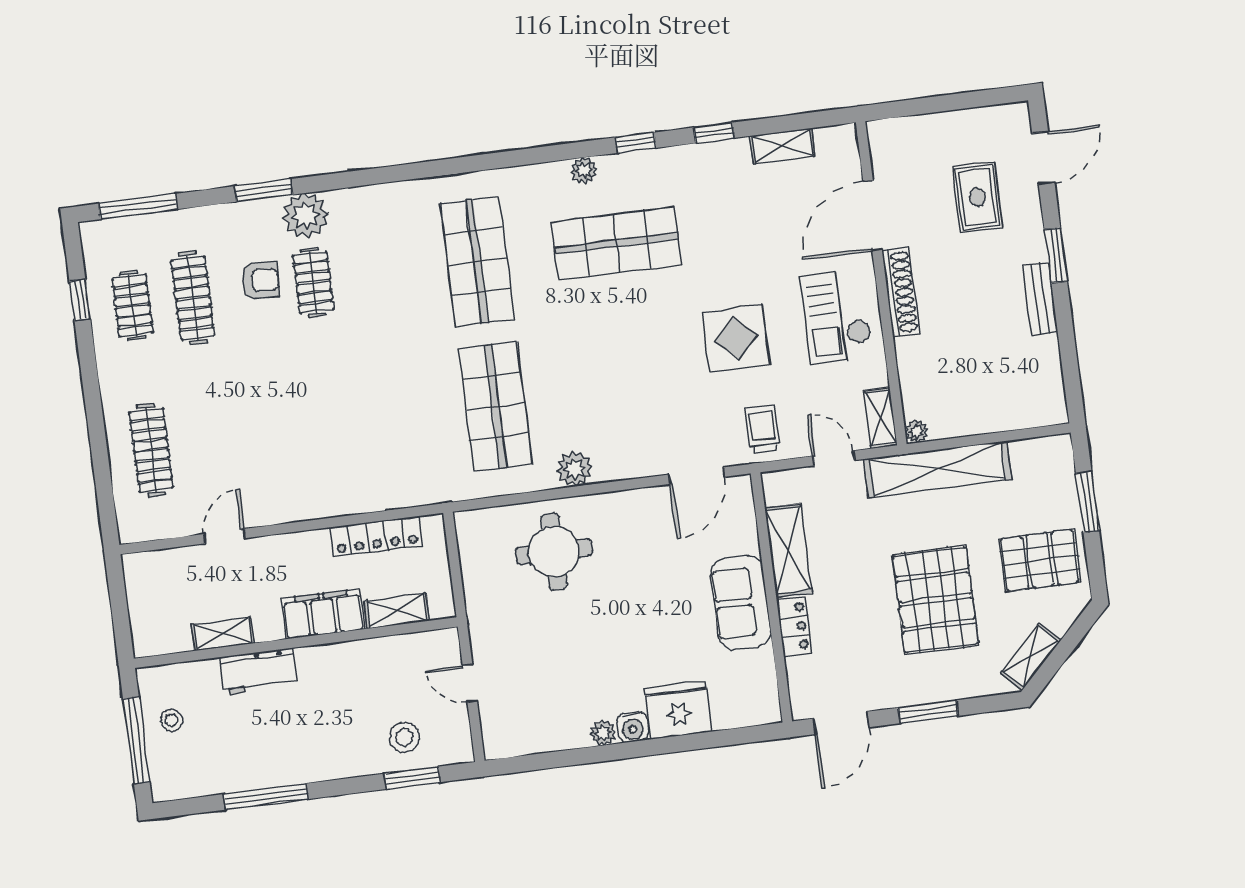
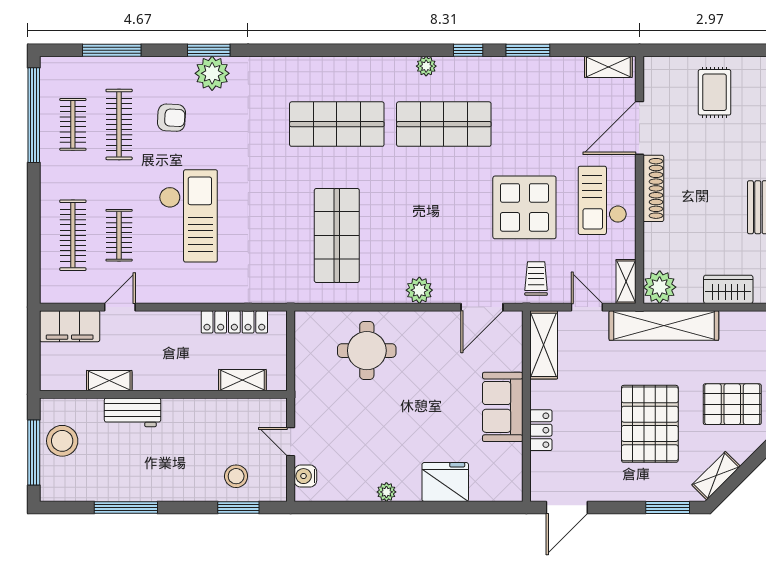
window: (714, 133) -> (528, 50), width x1.50
shelving: (783, 146) -> (608, 67), moved
window: (264, 190) -> (209, 50), moved
rug: (977, 197) -> (715, 92), moved
window: (138, 206) -> (112, 50), moved
shop shelf: (477, 261) -> (337, 124), turned 90
clothes rail: (313, 282) -> (119, 235), moved
window: (80, 300) -> (34, 115), width x3.17
display table: (736, 338) -> (524, 207), width x1.36, depth x1.36
checkout: (299, 406) -> (188, 216), added
wardrobe: (1015, 411) -> (728, 289), added
plant: (917, 431) -> (660, 287), width x1.87, depth x1.87
plant: (574, 469) -> (419, 290), moved
shelving: (788, 551) -> (544, 345), moved
filing cabinet: (323, 614) -> (70, 326), moved, turned 180
window: (928, 712) -> (668, 507), moved
stool: (172, 720) -> (62, 441), width x1.89, depth x1.89
water cooler: (632, 727) -> (305, 476), moved, turned 90

